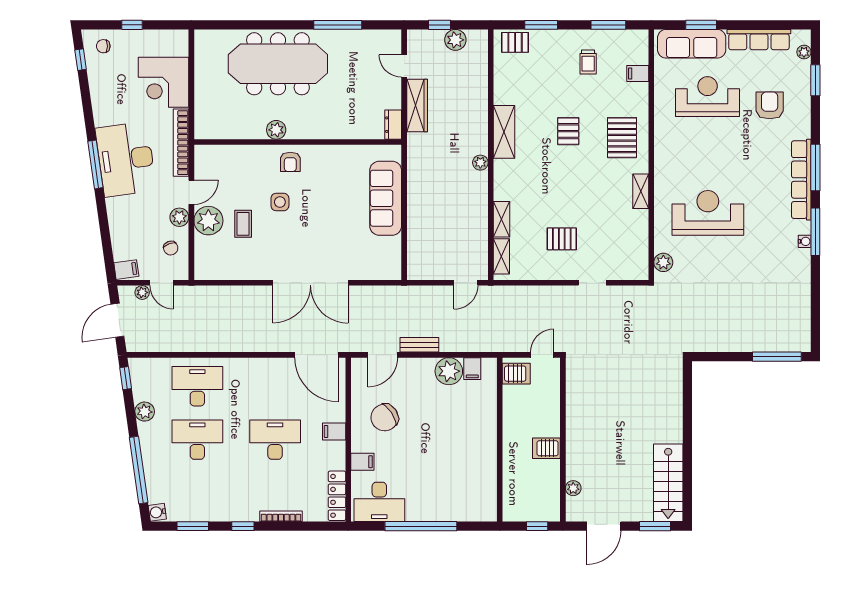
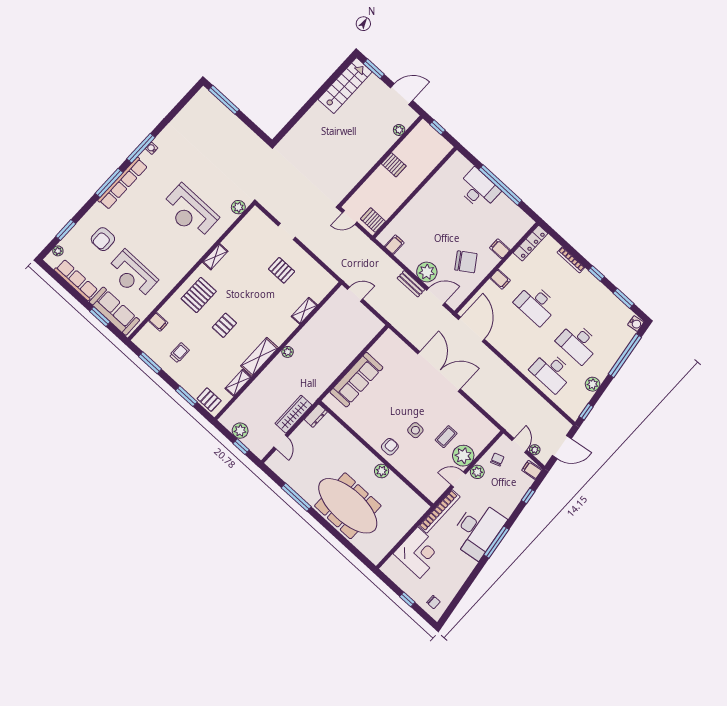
window: (81, 60) -> (528, 496), moved
shelving: (501, 256) -> (238, 383), moved
plant: (449, 371) -> (427, 272), moved
desk: (379, 502) -> (478, 189), moved

